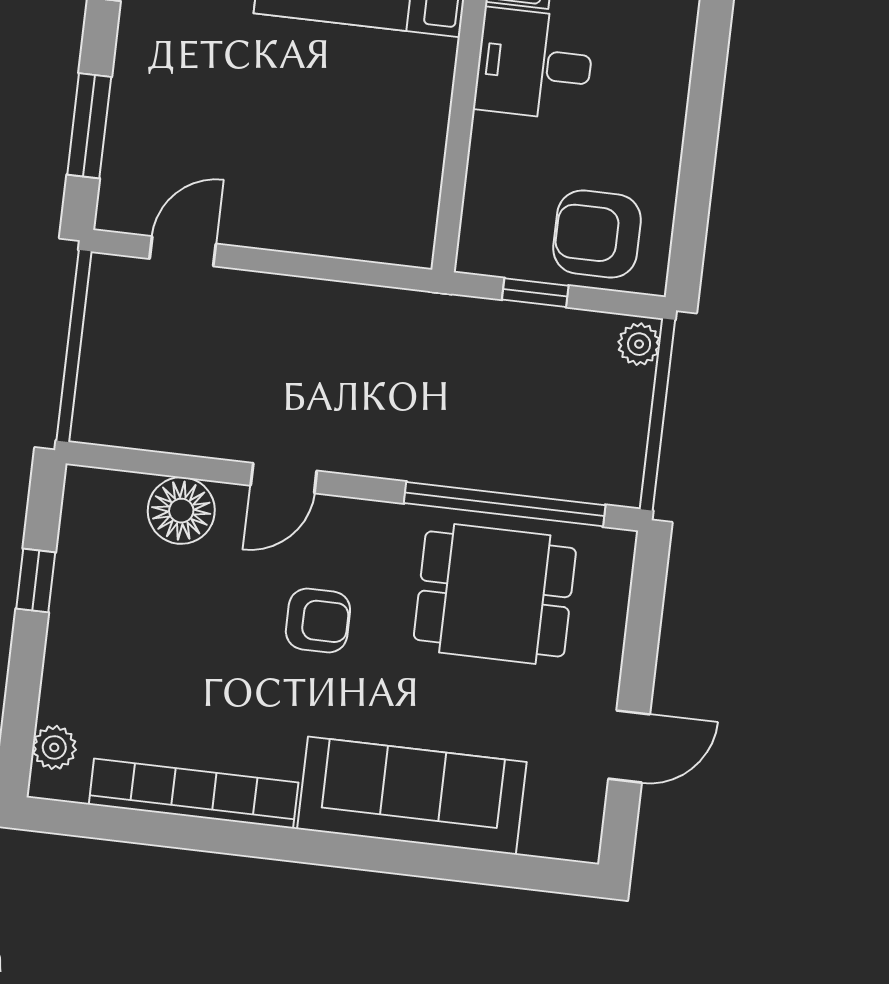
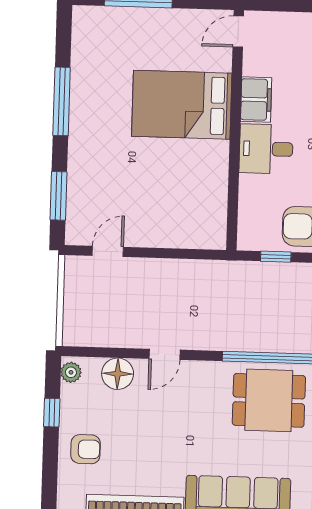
armchair: (318, 620) -> (86, 449), moved
plant: (54, 747) -> (71, 372), moved

